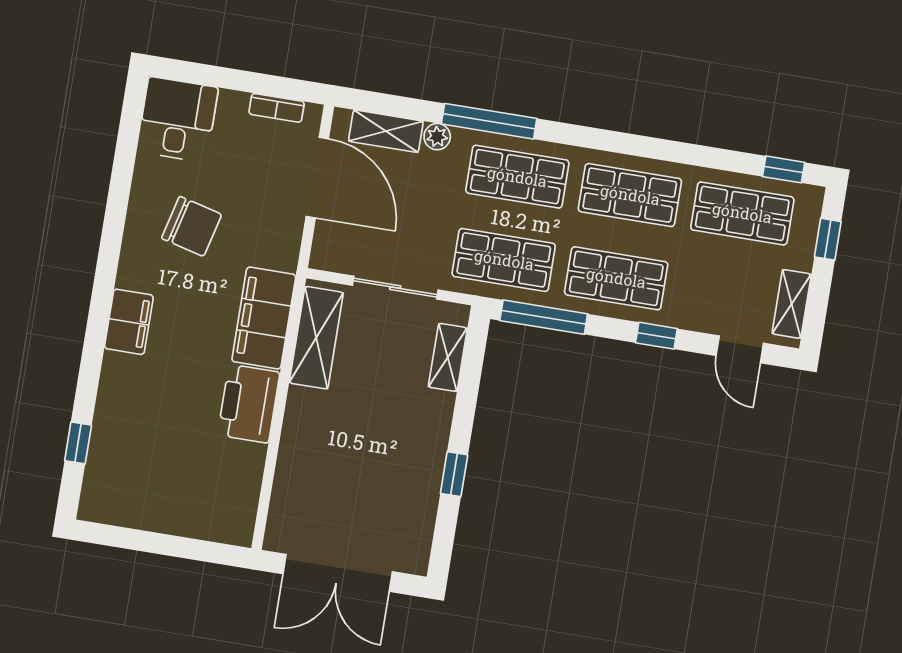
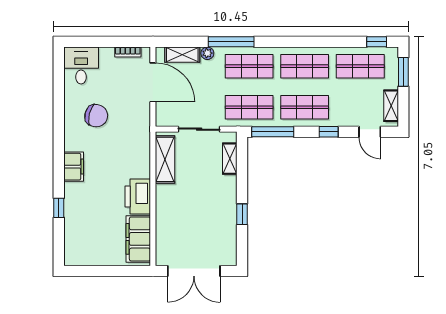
window: (828, 239) -> (403, 72), width x1.50
filing cabinet: (264, 318) -> (138, 239), moved
window: (78, 443) -> (59, 208), moved

